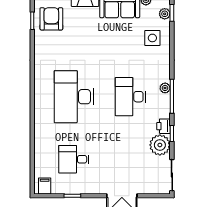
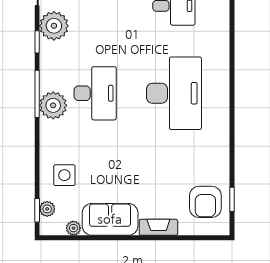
plant: (165, 88) -> (53, 105), width x1.88, depth x1.88
printer: (164, 126) -> (49, 52), removed

